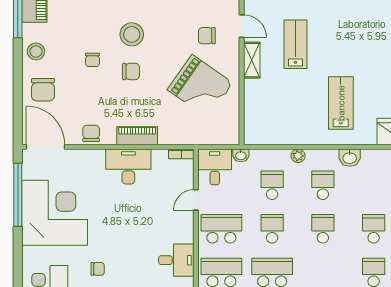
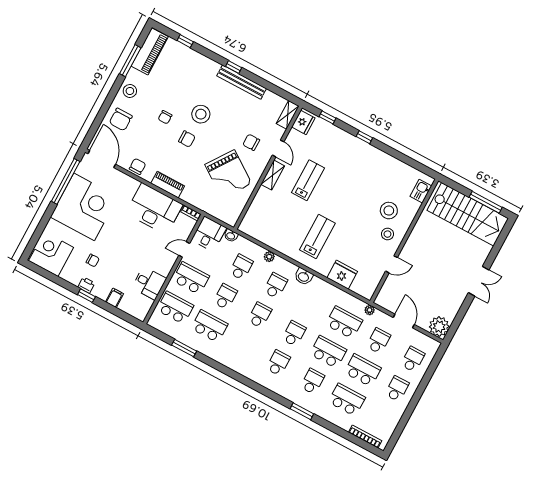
desk: (128, 166) -> (154, 209), width x1.36, depth x1.30

